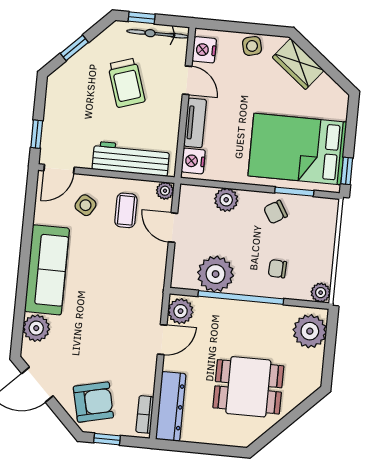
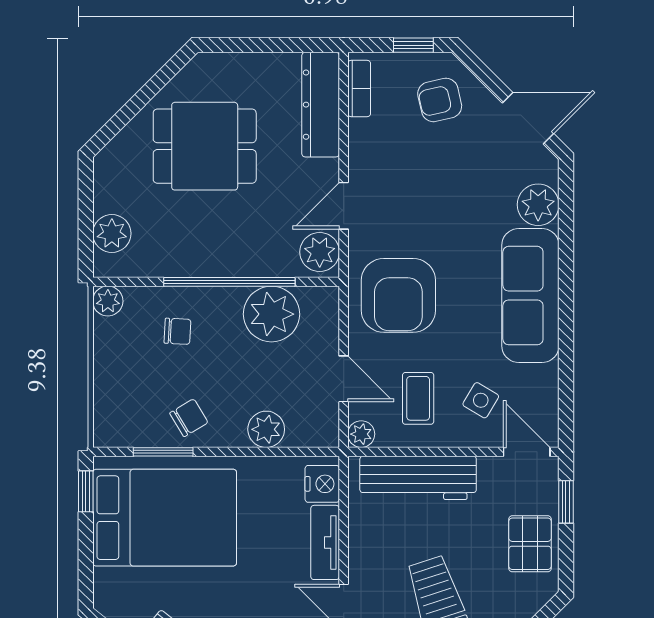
pallet: (63, 109) -> (530, 544), added
door: (59, 169) -> (527, 452), hinge flipped
armchair: (132, 278) -> (398, 295), added
plant: (310, 331) -> (112, 233), width x0.73, depth x0.73
armchair: (93, 402) -> (440, 100), width x0.72, depth x0.72

